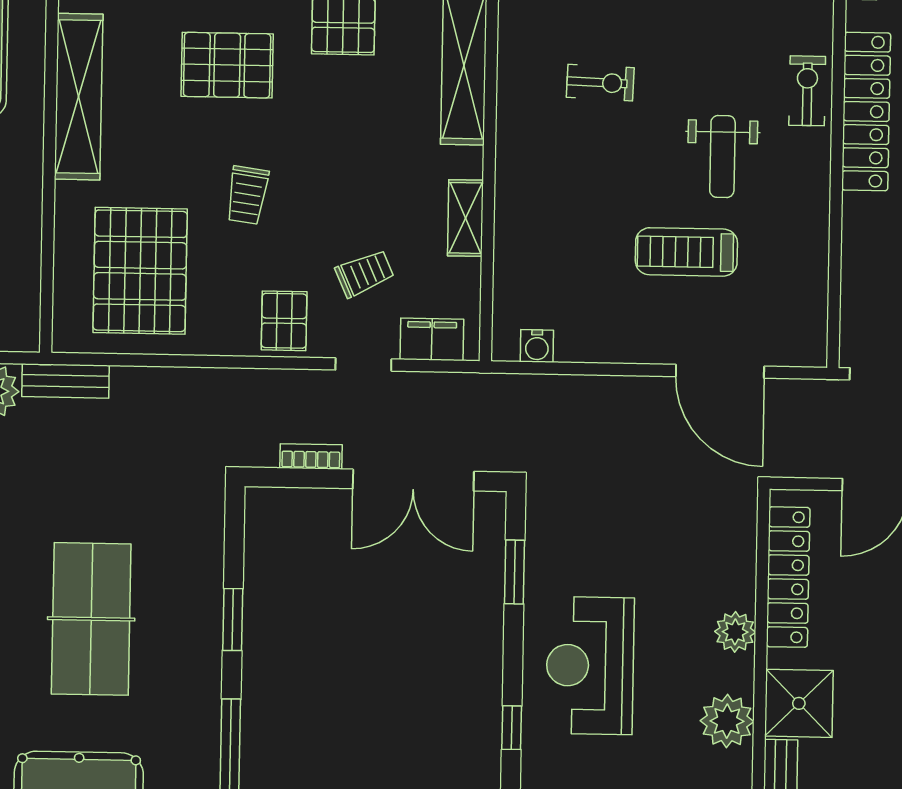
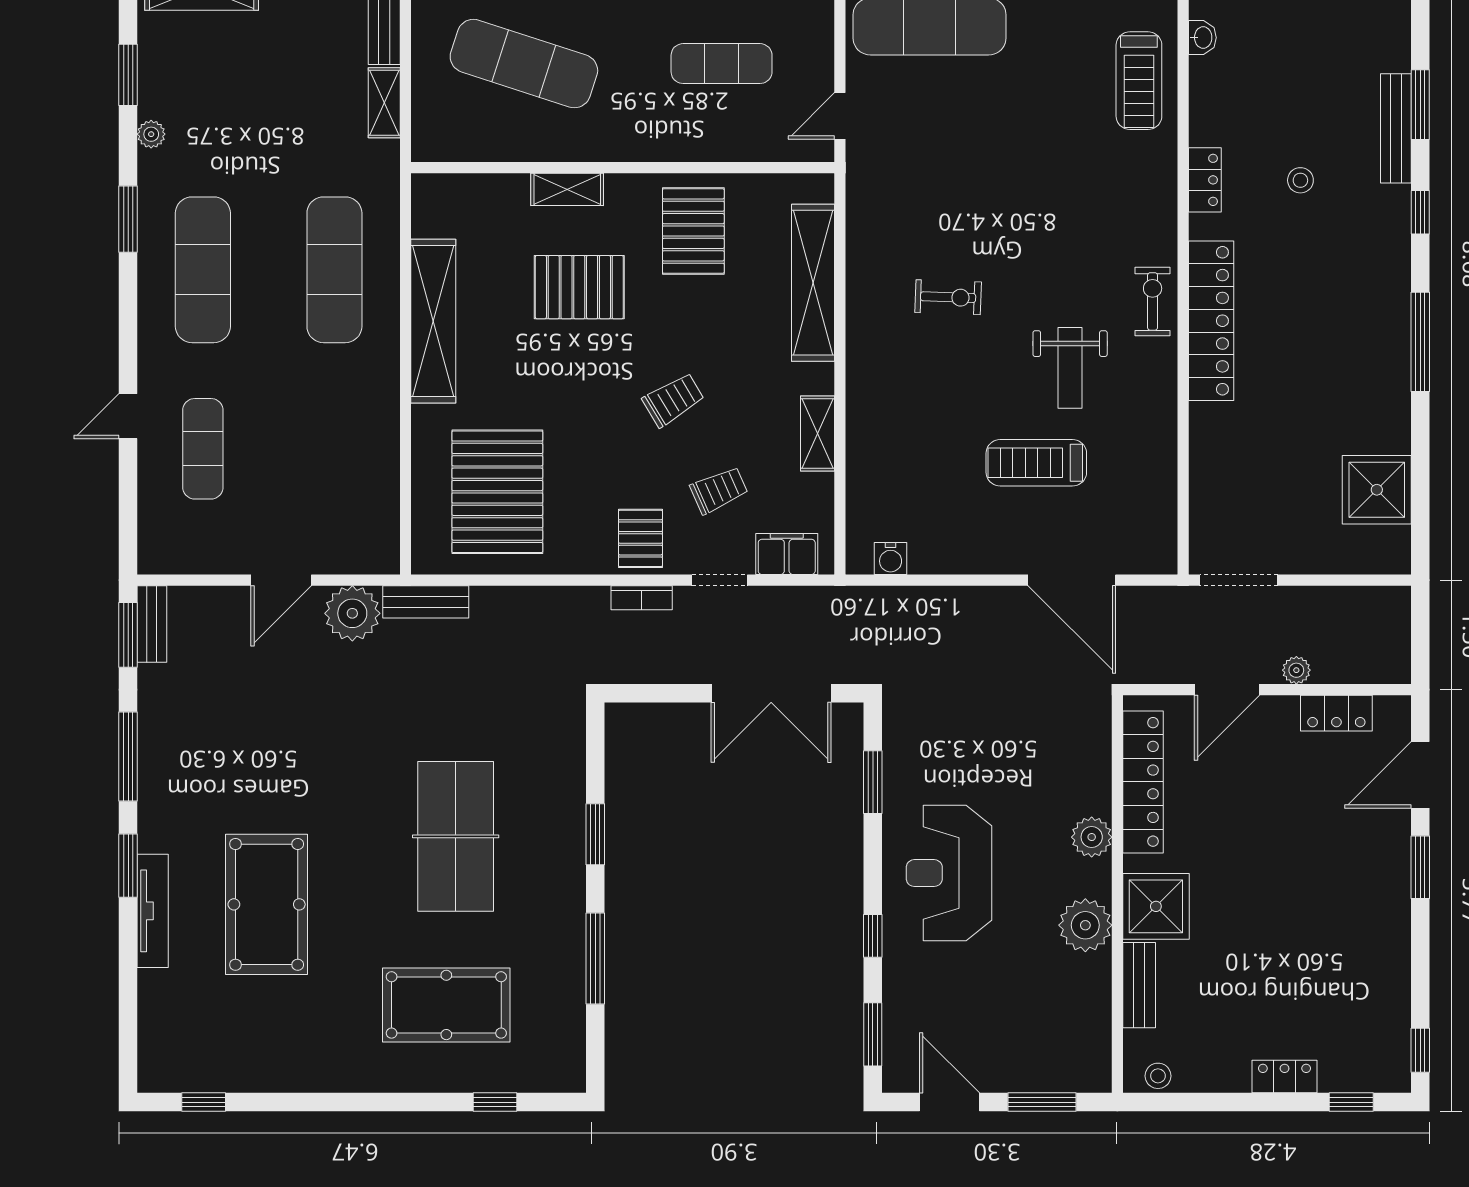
trolley: (247, 195) -> (673, 400), moved, turned -129
bookcase: (311, 456) -> (642, 598), moved, turned 180

